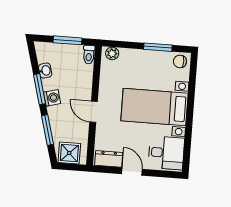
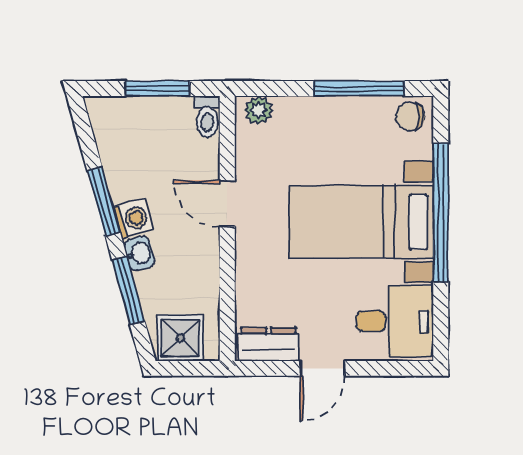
window: (158, 47) -> (359, 89), width x1.44
washbasin: (45, 71) -> (139, 253), moved
window: (190, 106) -> (441, 213), added
door: (94, 112) -> (227, 204), moved
door: (132, 171) -> (322, 368), swing flipped

